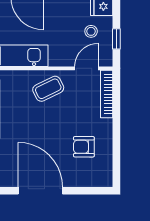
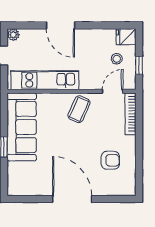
coffee table: (48, 89) -> (79, 109), turned -40
armchair: (84, 147) -> (110, 160), turned 180

